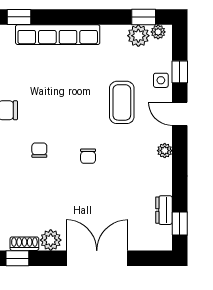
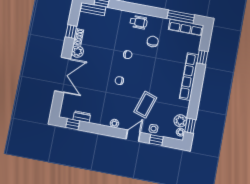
coffee table: (122, 102) -> (145, 105), turned -72

